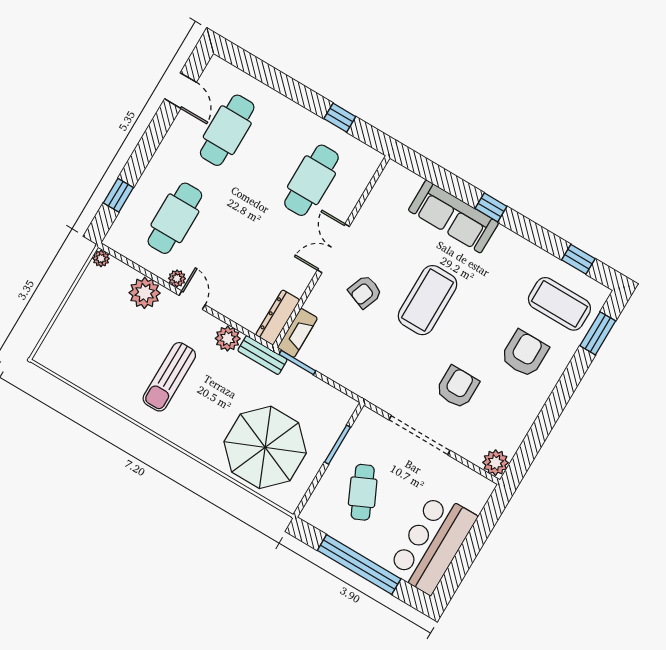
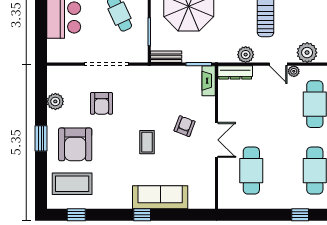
window: (340, 118) -> (300, 215), moved
coffee table: (428, 300) -> (147, 142), width x0.54, depth x0.58
dresser: (278, 317) -> (235, 72), moved, turned 90
window: (598, 333) -> (41, 138), moved
armchair: (525, 354) -> (75, 144), width x1.36, depth x1.36
bench: (262, 355) -> (166, 57), moved
plant: (496, 463) -> (55, 101), moved

